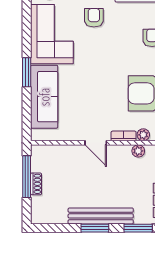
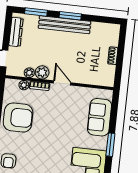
sofa: (44, 97) -> (100, 117), width x0.73
plant: (122, 153) -> (42, 72), added
window: (27, 177) -> (119, 62), removed

